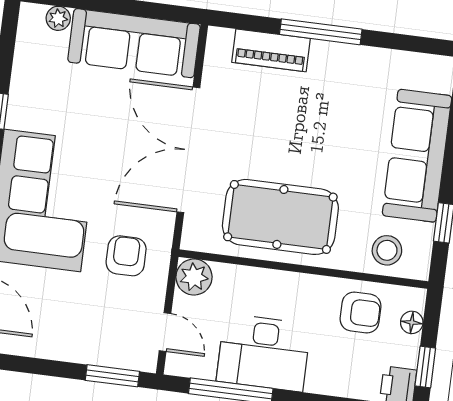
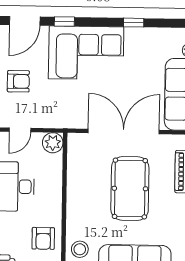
pool table: (280, 217) -> (130, 189), moved
armchair: (126, 256) -> (18, 81), moved

